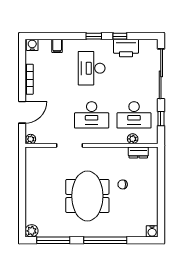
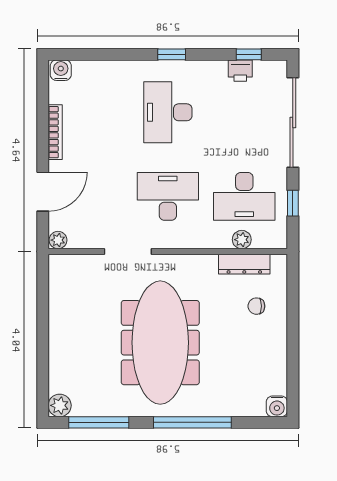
window: (120, 36) -> (249, 54), moved
filing cabinet: (57, 46) -> (106, 72), removed
printer: (126, 48) -> (240, 71), width x0.53, depth x0.68
desk: (92, 115) -> (168, 196), turned 180
dresser: (138, 152) -> (244, 264), width x1.44
chair: (123, 184) -> (256, 306), moved
meeting table: (87, 196) -> (160, 343), width x1.36

